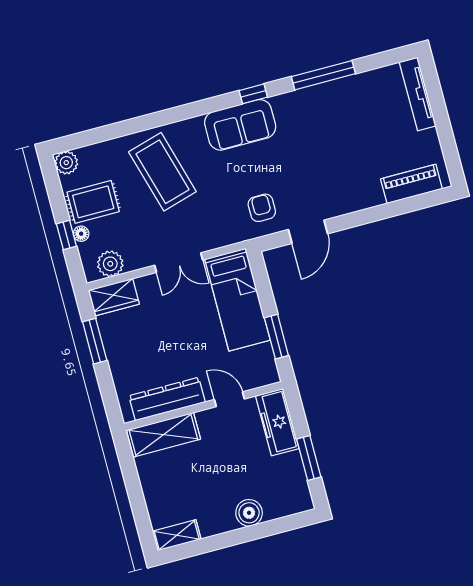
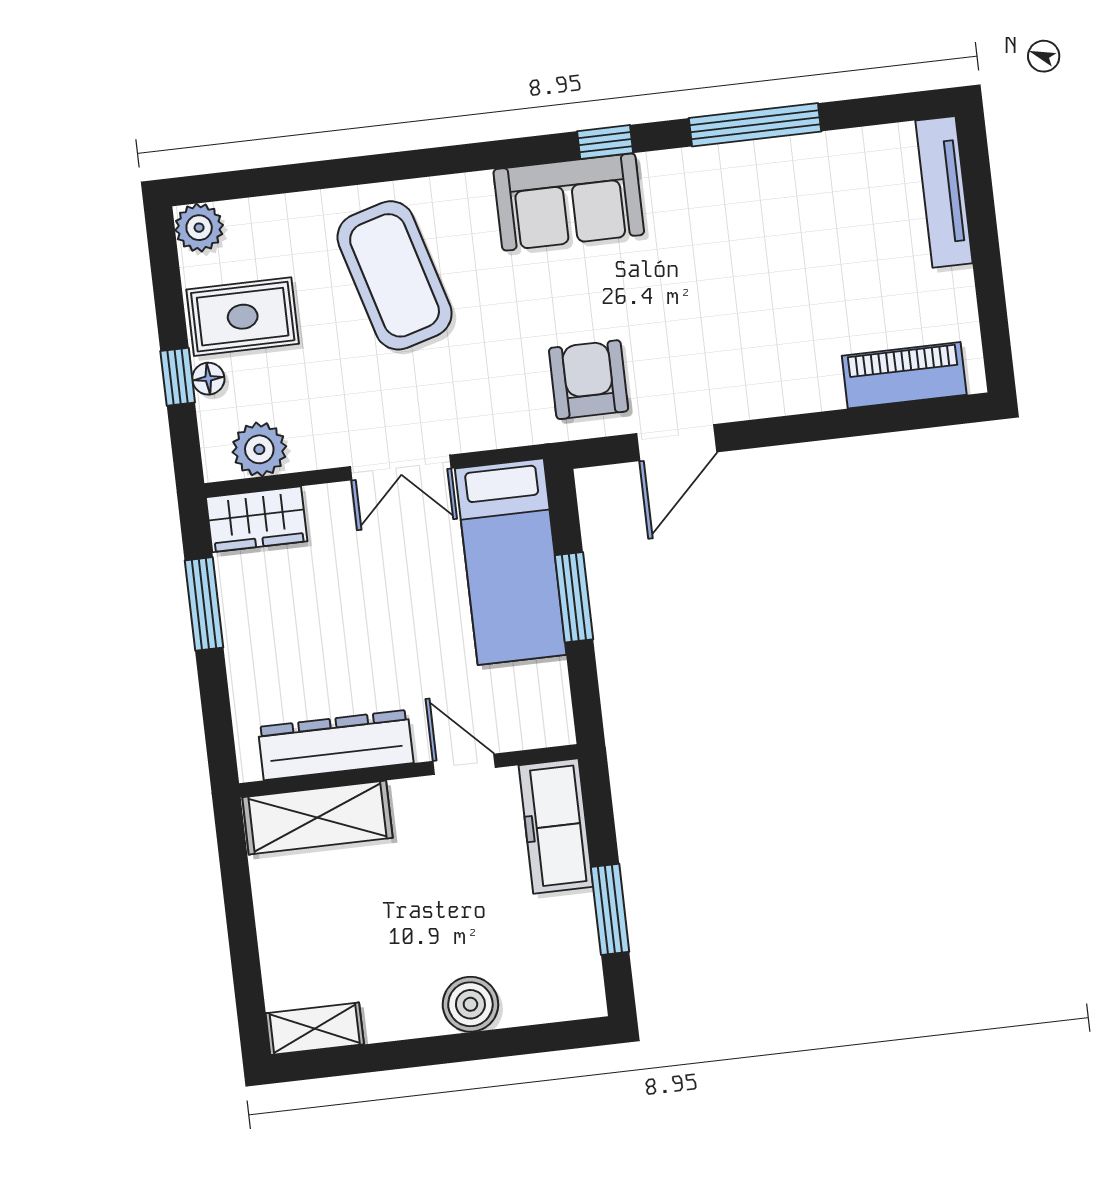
armchair: (262, 208) -> (589, 380), width x1.38, depth x1.38
window: (276, 337) -> (574, 597), moved

